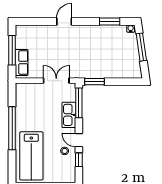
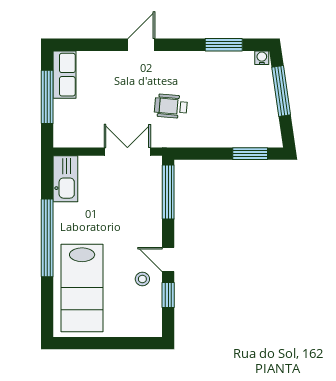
wheelchair: (80, 55) -> (171, 106), added
row of seats: (22, 62) -> (65, 75), moved
window: (94, 82) -> (250, 154), moved
kitchen sink: (69, 115) -> (65, 179), moved, turned 180

